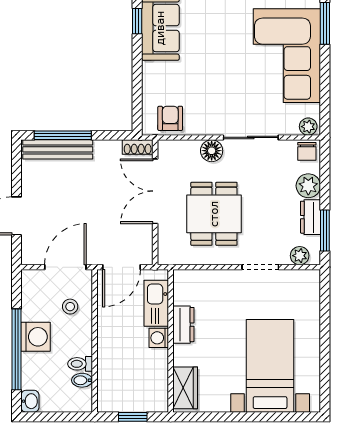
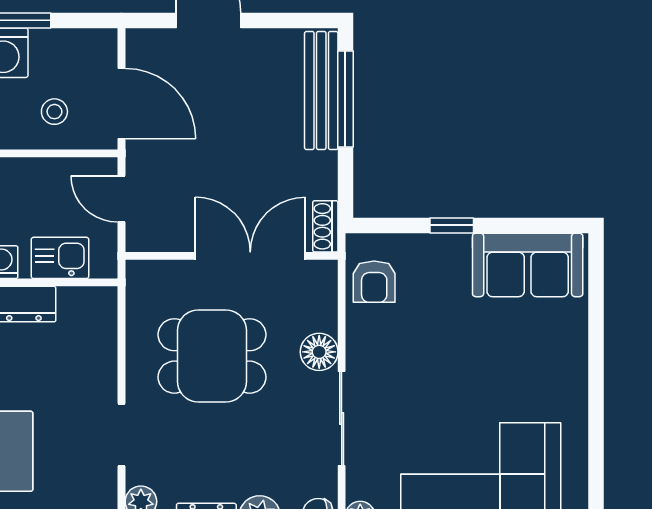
window: (137, 21) -> (452, 225), moved
armchair: (170, 118) -> (374, 282), turned 90
door: (122, 267) -> (121, 199), width x0.73
kitchen sink: (156, 303) -> (60, 258), width x0.73

